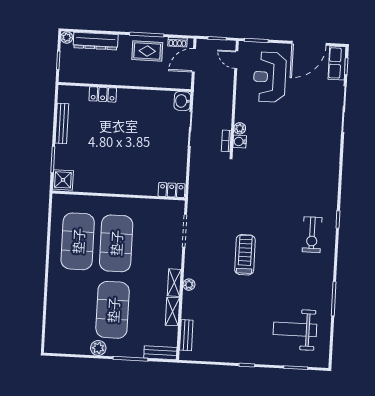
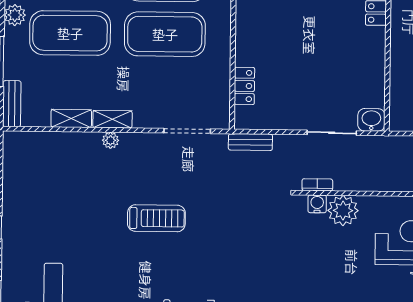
plant: (240, 128) -> (343, 211), width x1.88, depth x1.88
locker: (172, 190) -> (244, 86), moved
bench: (186, 335) -> (250, 142), moved

